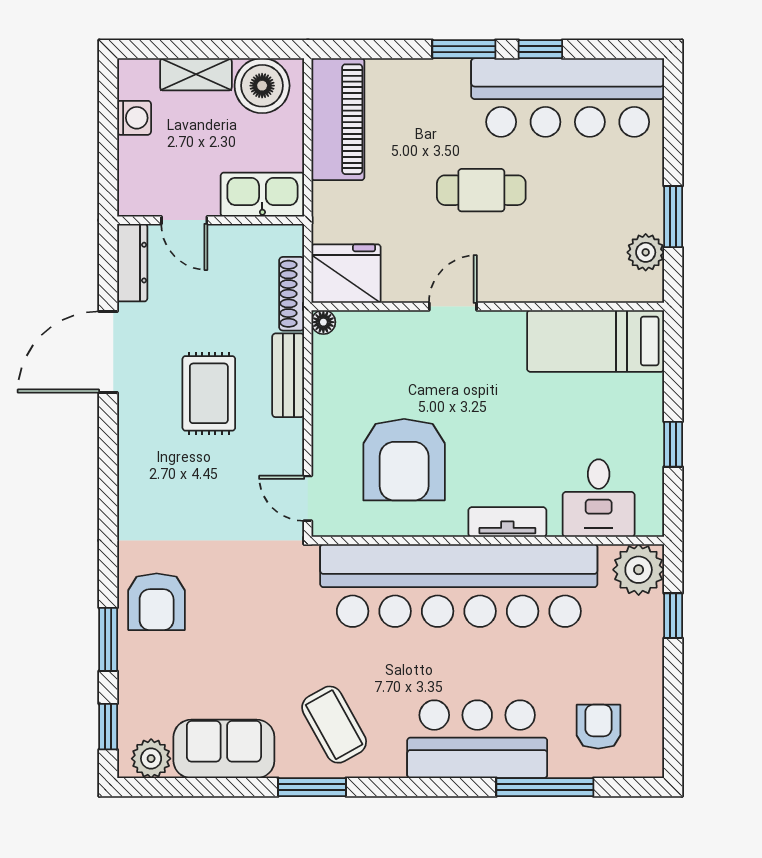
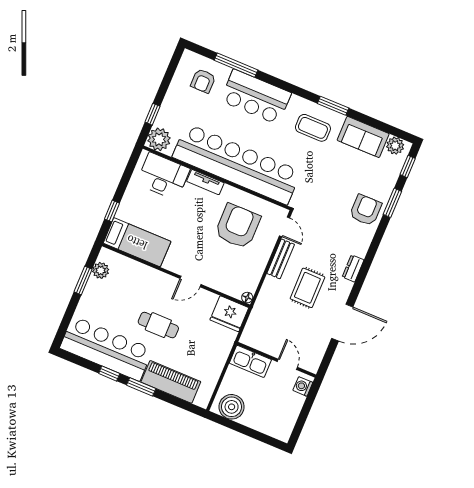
shelving: (196, 74) -> (257, 423), removed
washing machine: (134, 118) -> (303, 386), moved
piano: (338, 119) -> (171, 382), moved, turned 90
dresser: (132, 263) -> (353, 268), moved, width x0.70
shoe rack: (292, 294) -> (255, 315), removed
bench: (288, 375) -> (281, 259), moved
window: (673, 444) -> (112, 211), moved
desk: (599, 498) -> (163, 176), width x1.37
coffee table: (334, 725) -> (313, 128), turned -61

